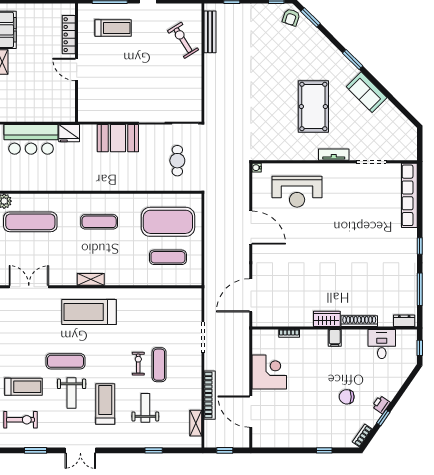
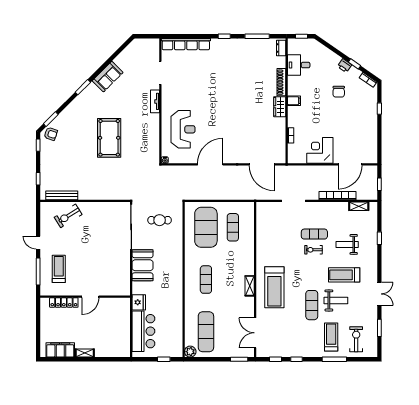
pool table: (313, 107) -> (109, 138), moved, turned 90

